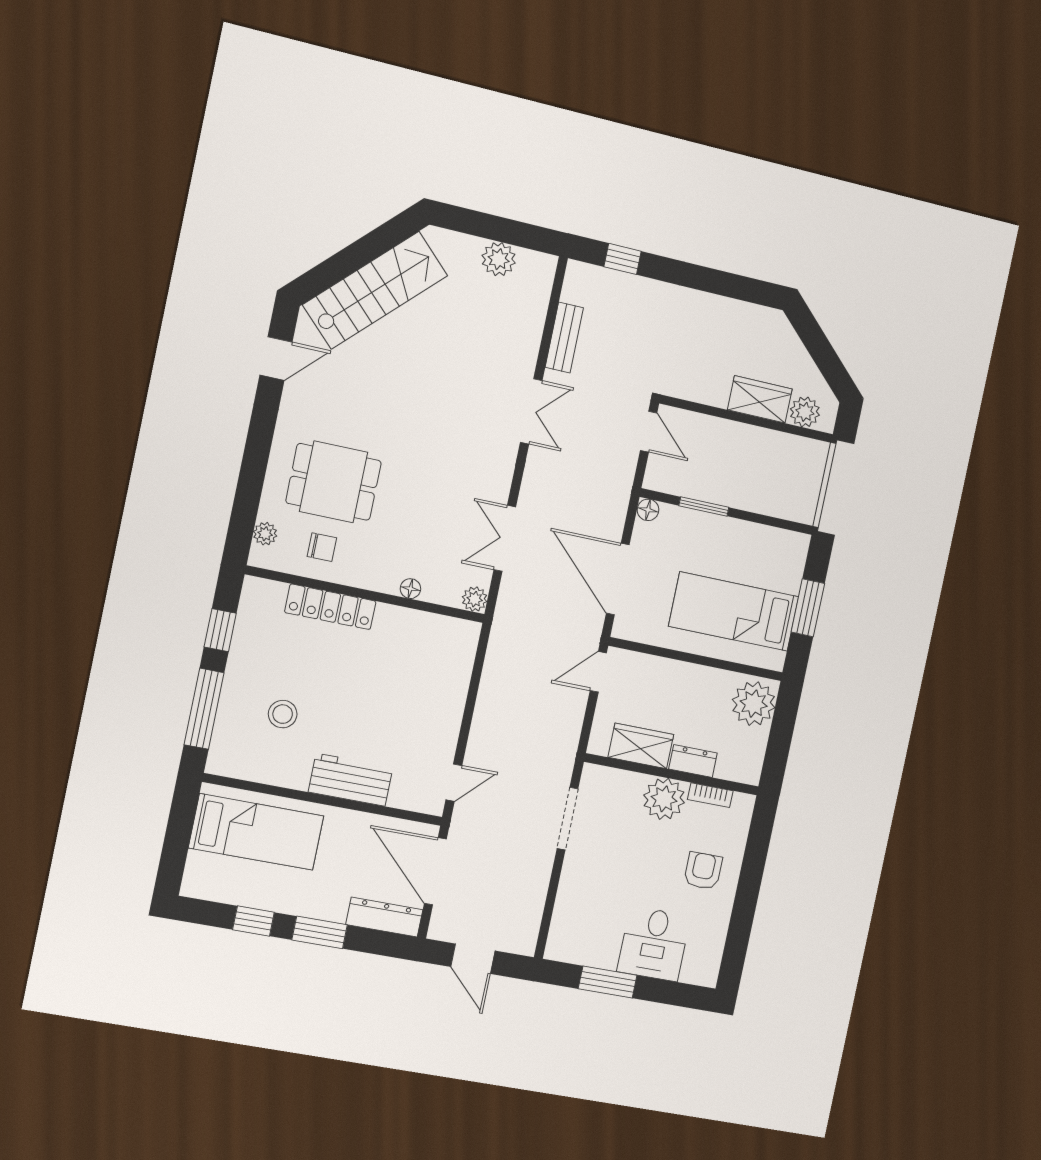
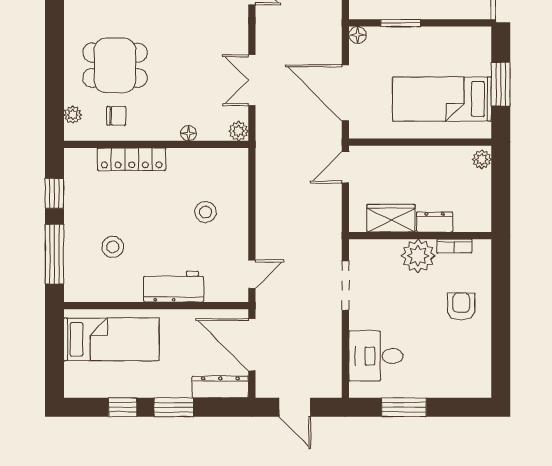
stool: (411, 693) -> (206, 212), added
plant: (754, 704) -> (482, 159), width x0.53, depth x0.53
desk: (654, 944) -> (376, 356), moved, turned 90

